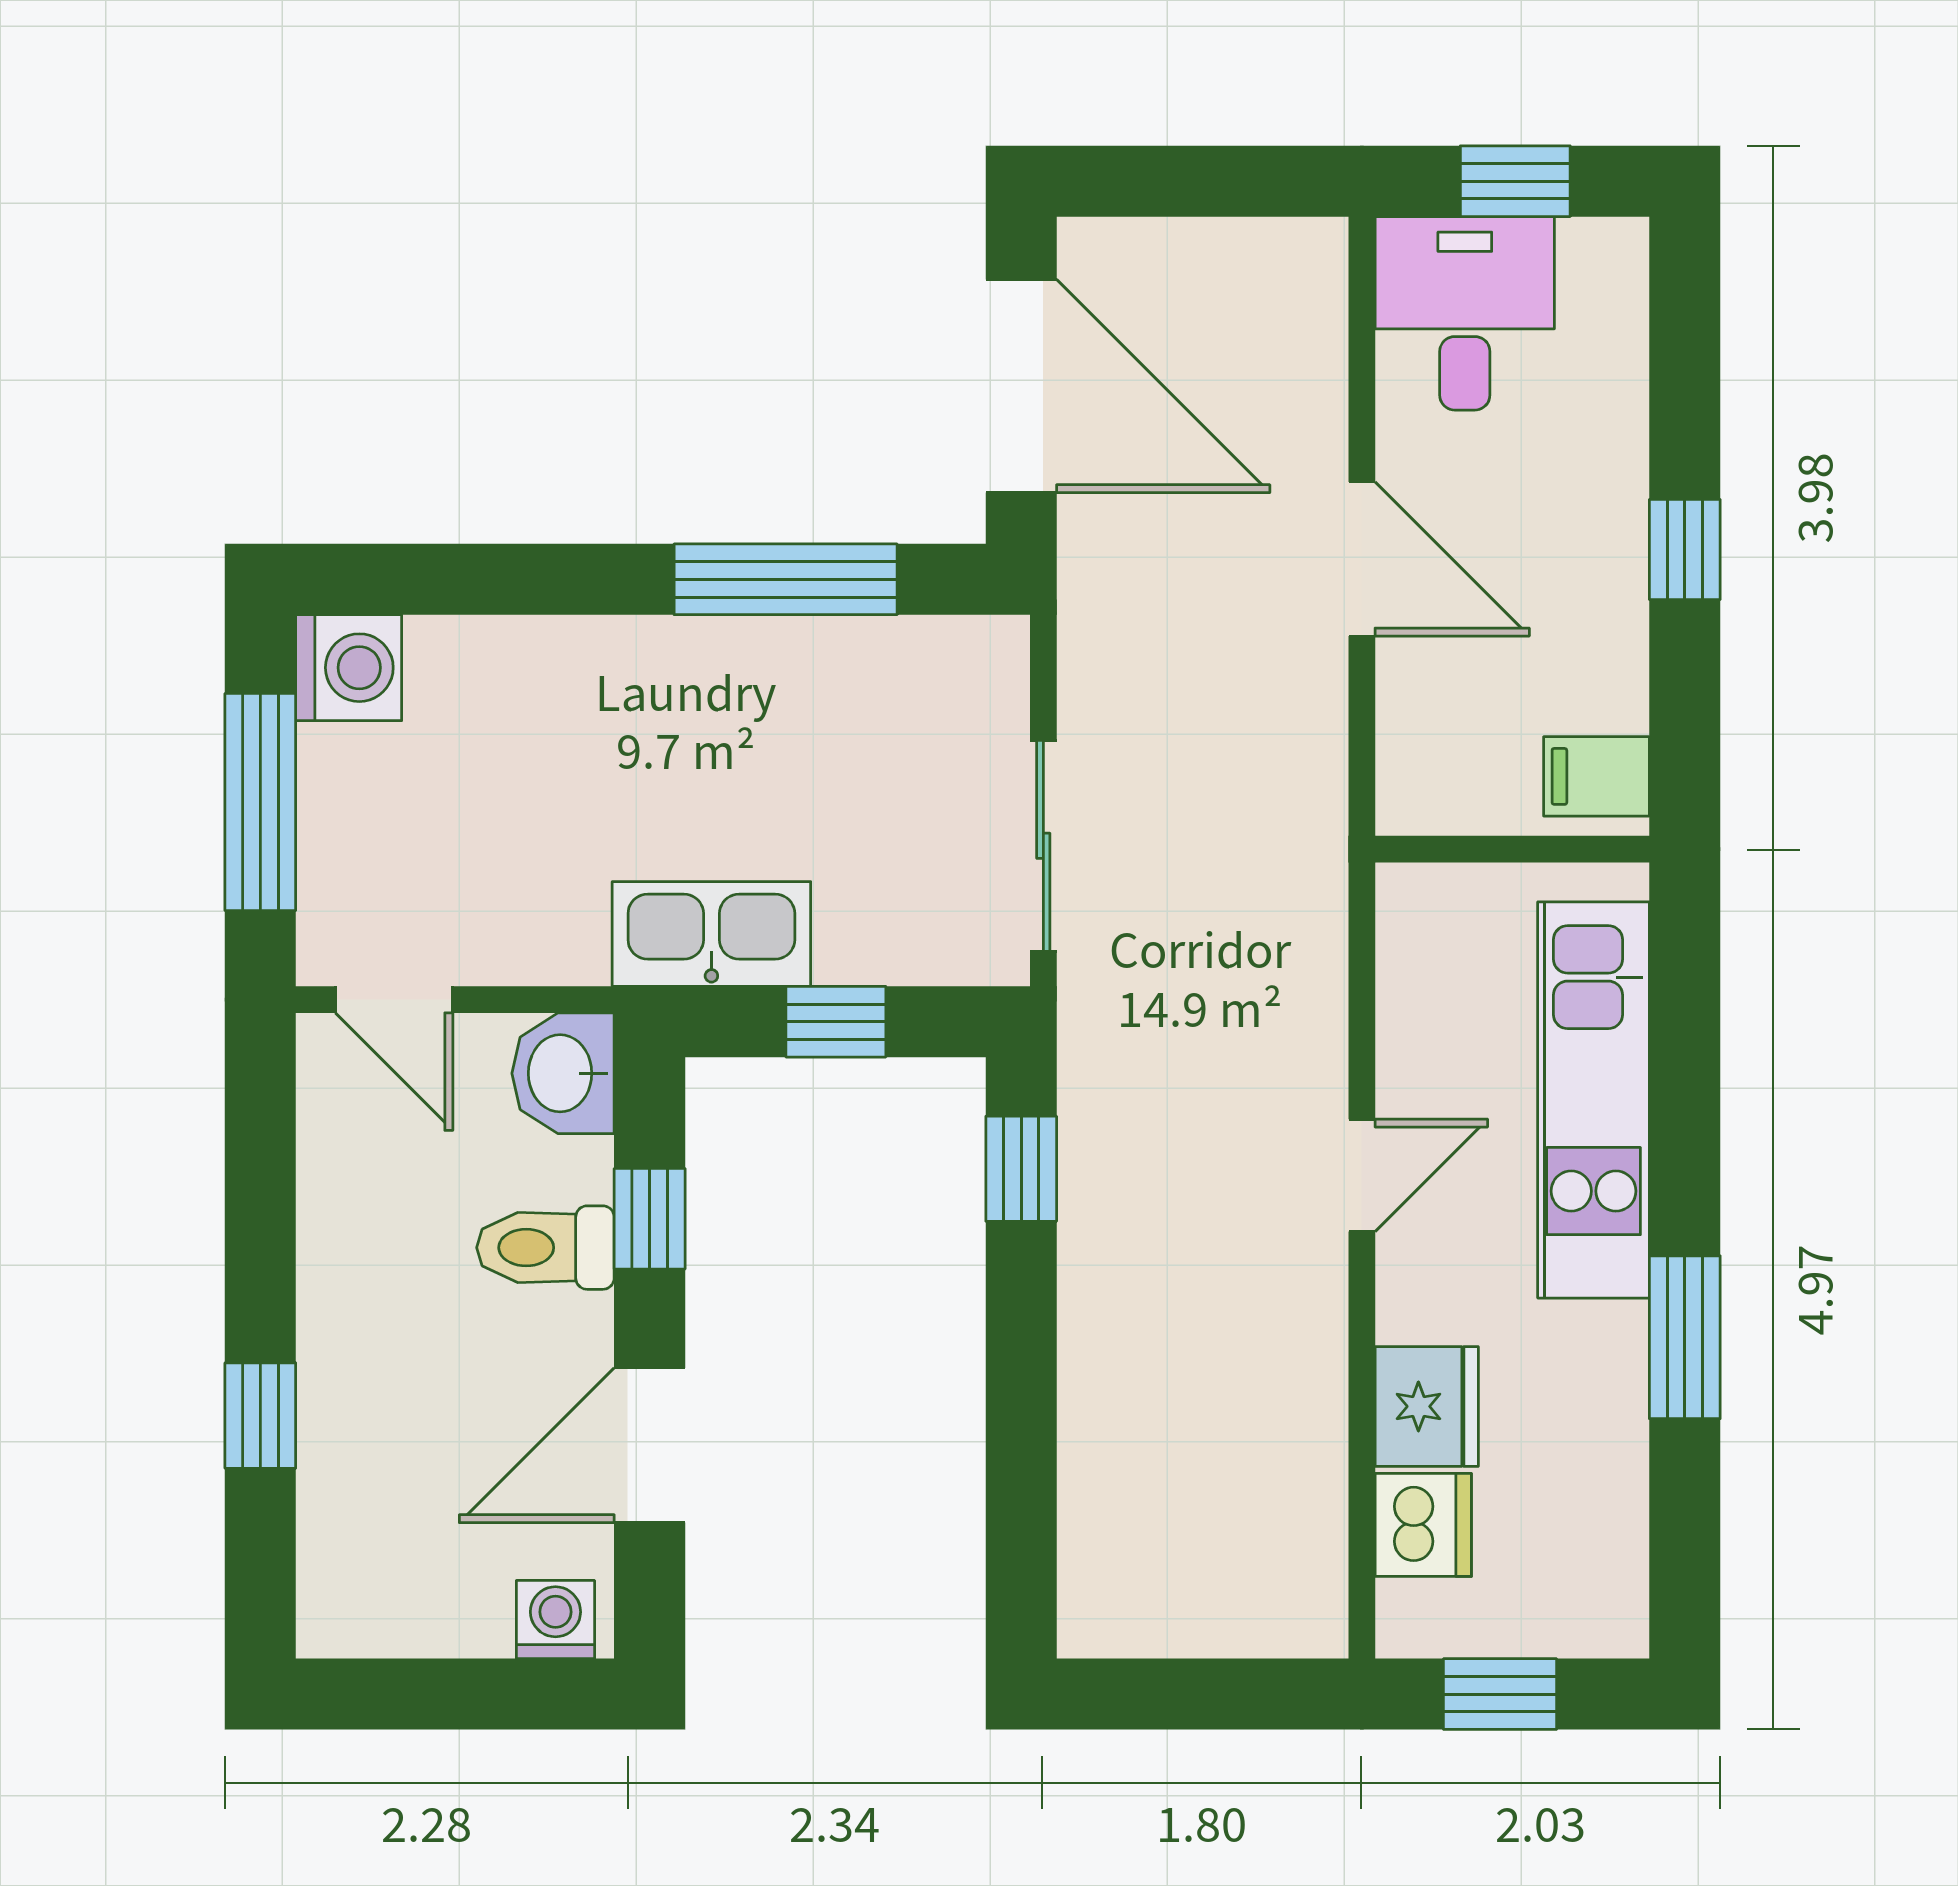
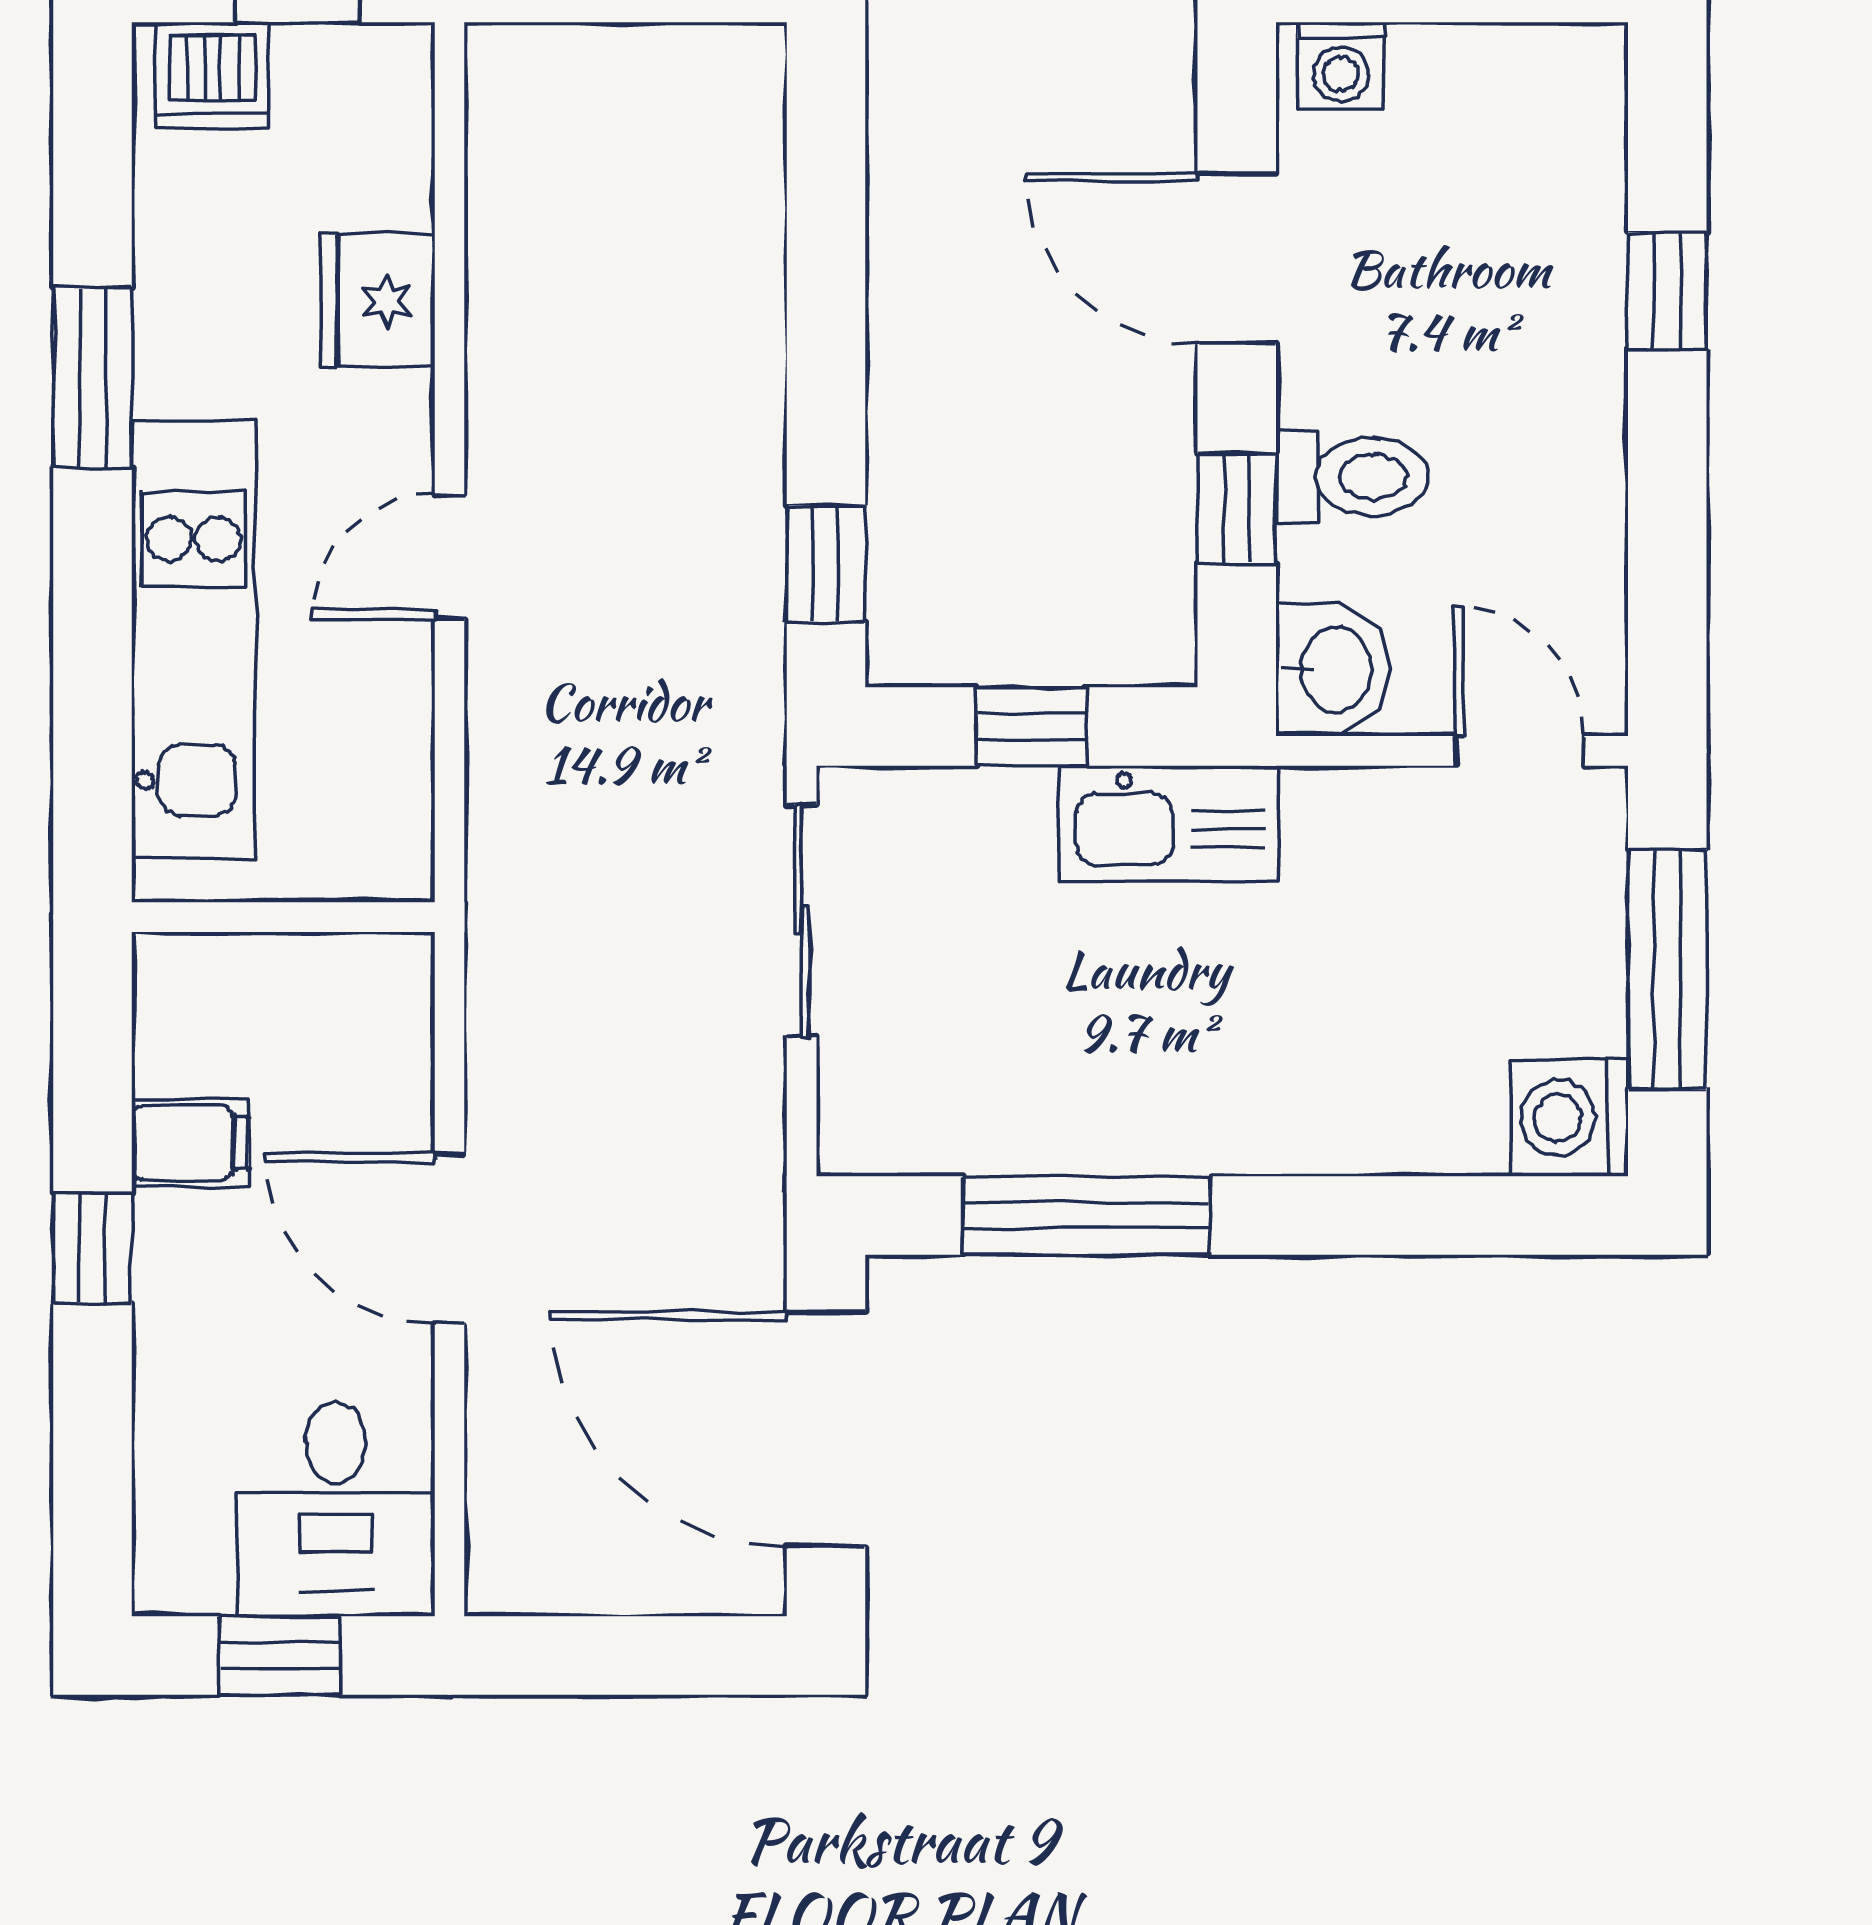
filing cabinet: (1596, 776) -> (190, 1143), moved
door: (650, 1445) -> (1237, 258), swing flipped
dishwasher: (1423, 1525) -> (212, 75), moved, turned -90

